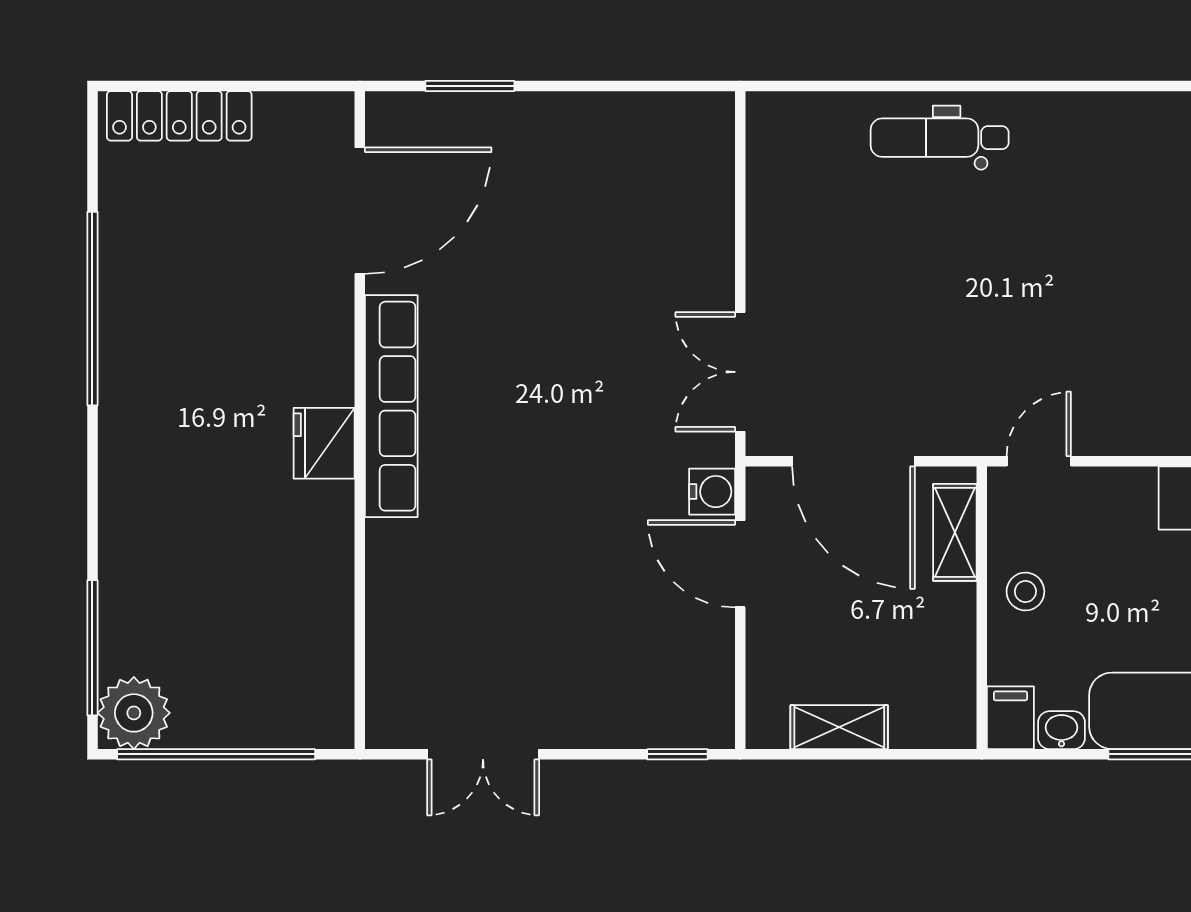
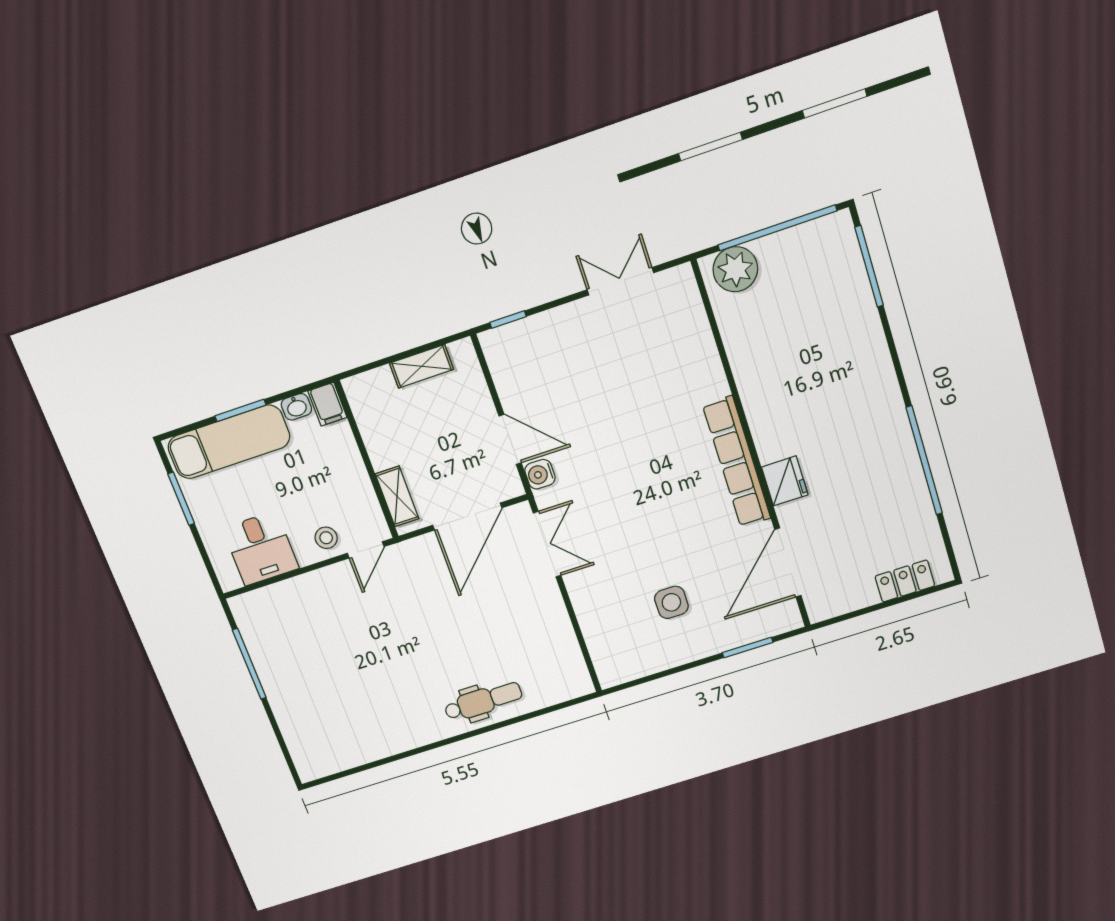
locker: (179, 116) -> (905, 581), width x0.66
side table: (570, 206) -> (671, 602), added
fridge: (324, 443) -> (785, 481), moved
door: (853, 461) -> (467, 517), swing flipped
stool: (1025, 591) -> (326, 538), moved
plant: (134, 713) -> (735, 269), moved

